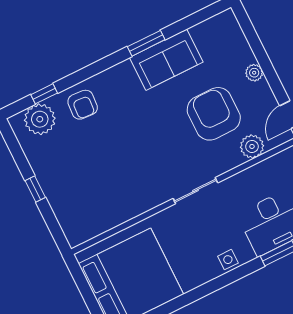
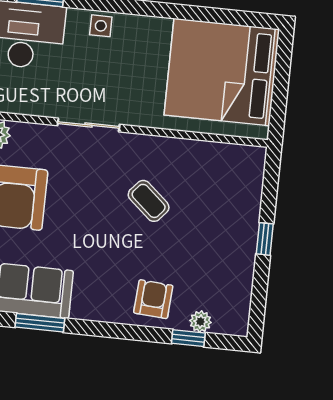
plant: (40, 119) -> (200, 322), width x0.53, depth x0.53
coffee table: (126, 166) -> (149, 201), added

